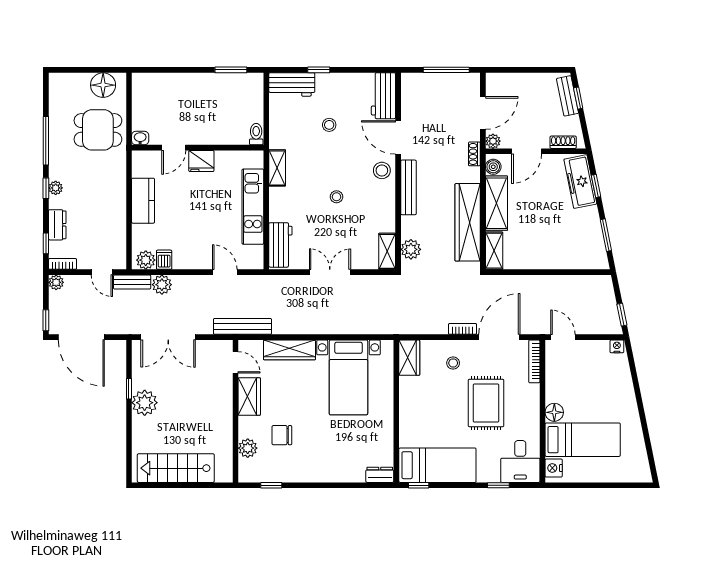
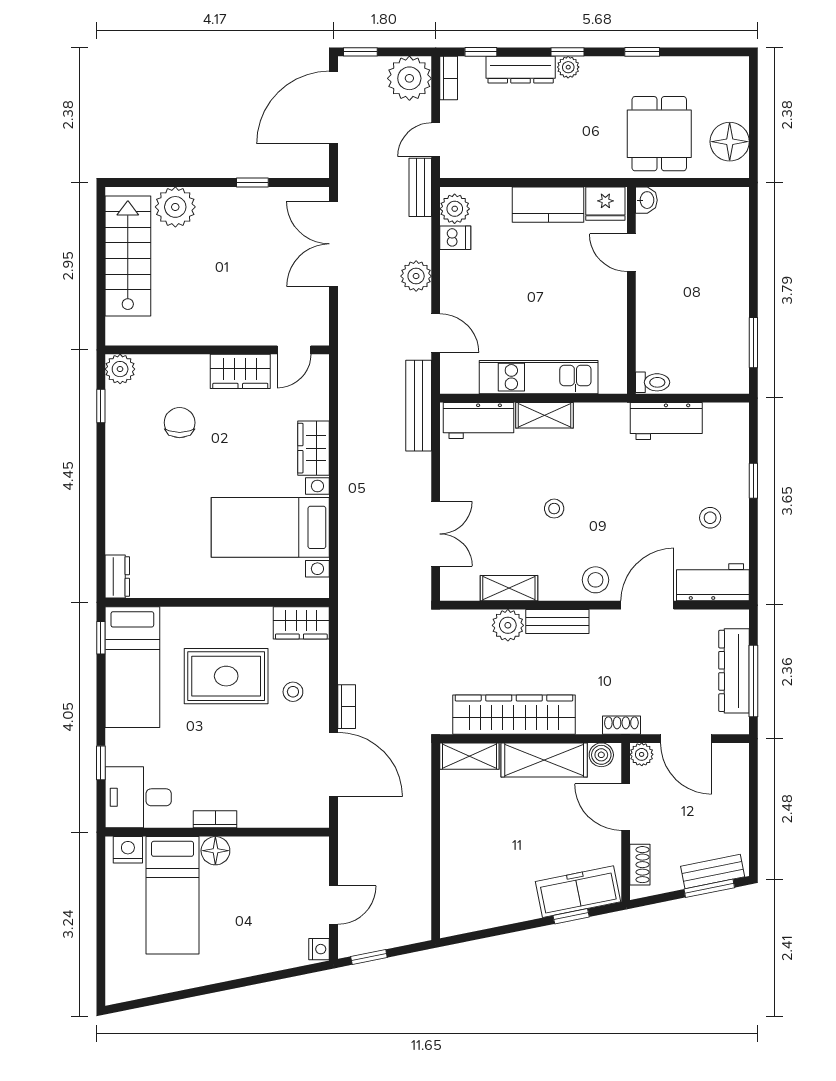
dresser: (440, 82) -> (734, 671), added
workbench: (292, 84) -> (666, 421), moved, turned -90
window: (578, 98) -> (709, 888), width x1.50
stool: (329, 125) -> (710, 518), moved
window: (46, 141) -> (642, 52), width x0.46
fridge: (201, 161) -> (605, 204), moved, turned -90
shelving: (277, 168) -> (544, 415), moved
bench: (408, 187) -> (557, 622), width x0.73
dresser: (57, 225) -> (521, 70), width x1.44
window: (606, 235) -> (494, 932), removed
plant: (411, 249) -> (508, 625), moved
shelving: (387, 251) -> (509, 588), moved
door: (225, 272) -> (436, 333), hinge flipped
double door: (330, 272) -> (436, 534), moved
plant: (56, 282) -> (409, 78), width x1.87, depth x1.87
plant: (162, 285) -> (416, 276), moved
bench: (242, 326) -> (419, 406), moved
door: (563, 337) -> (334, 905), moved
wardrobe: (289, 350) -> (314, 448), width x0.67
bookcase: (534, 361) -> (215, 819), moved, width x0.64
plant: (145, 403) -> (175, 207), moved
rug: (486, 403) -> (226, 676), moved
plant: (248, 448) -> (120, 369), moved

